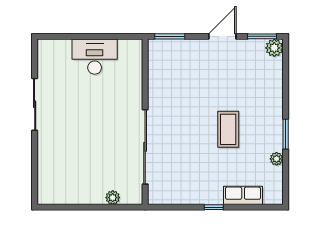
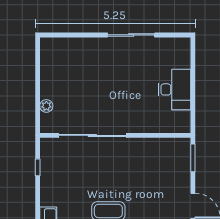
window: (214, 207) -> (38, 167), moved

